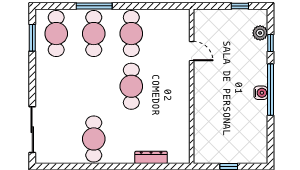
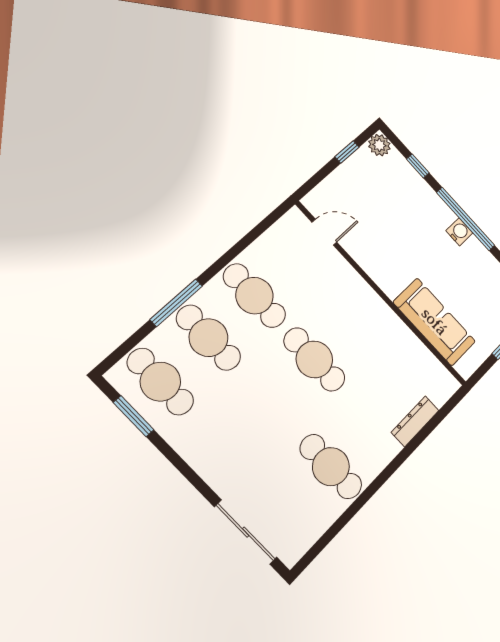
plant: (260, 33) -> (379, 145), moved
door: (192, 51) -> (324, 232), moved
sofa: (205, 123) -> (434, 322), added

